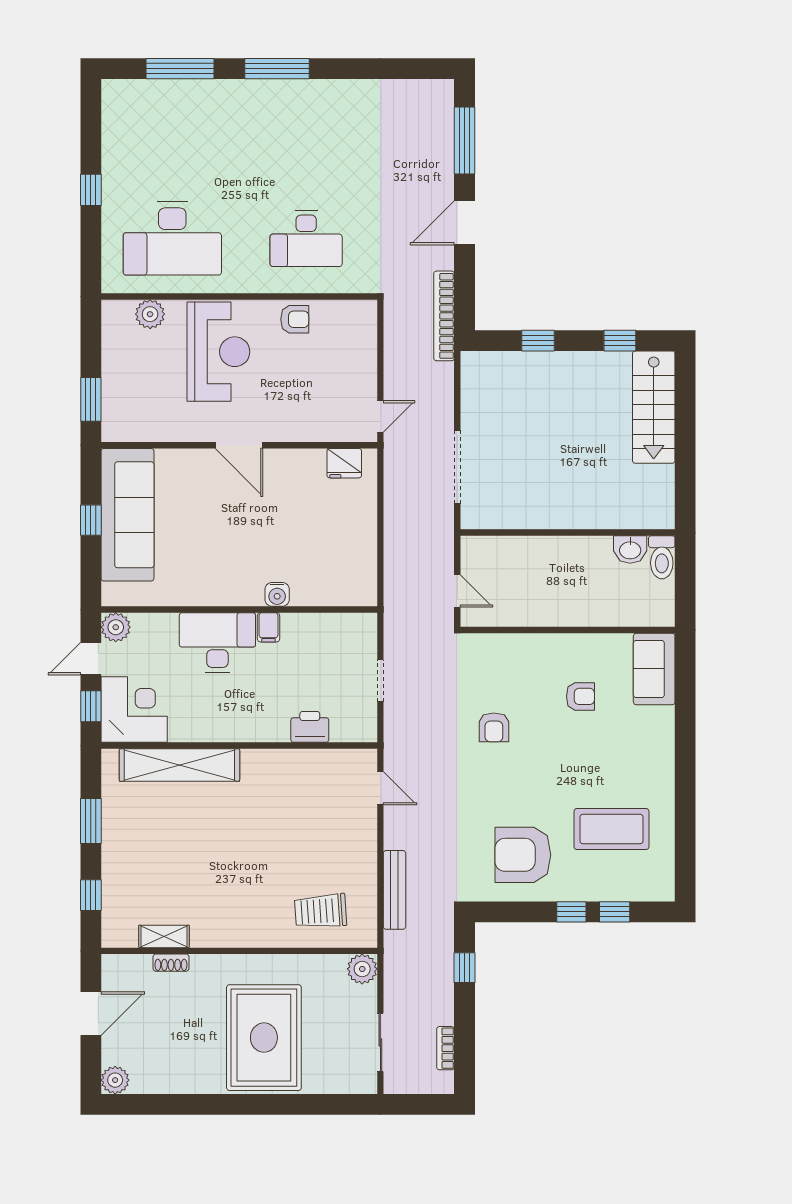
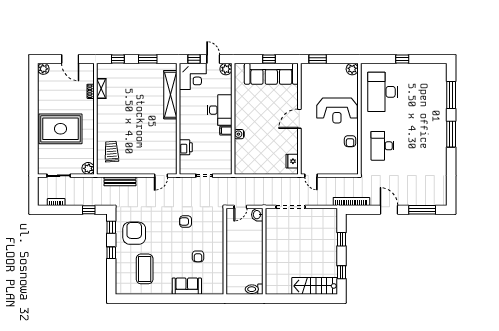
plant: (150, 314) -> (352, 69), moved
washbasin: (630, 550) -> (257, 215), moved
sofa: (654, 669) -> (187, 286), moved
window: (615, 912) -> (111, 227), moved

